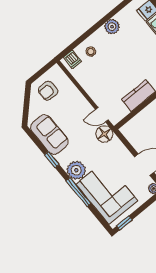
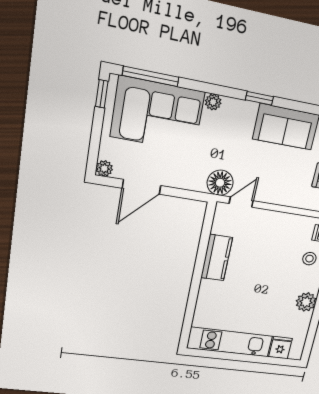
plant: (76, 170) -> (213, 102), width x0.53, depth x0.53
window: (79, 192) -> (151, 76), moved

